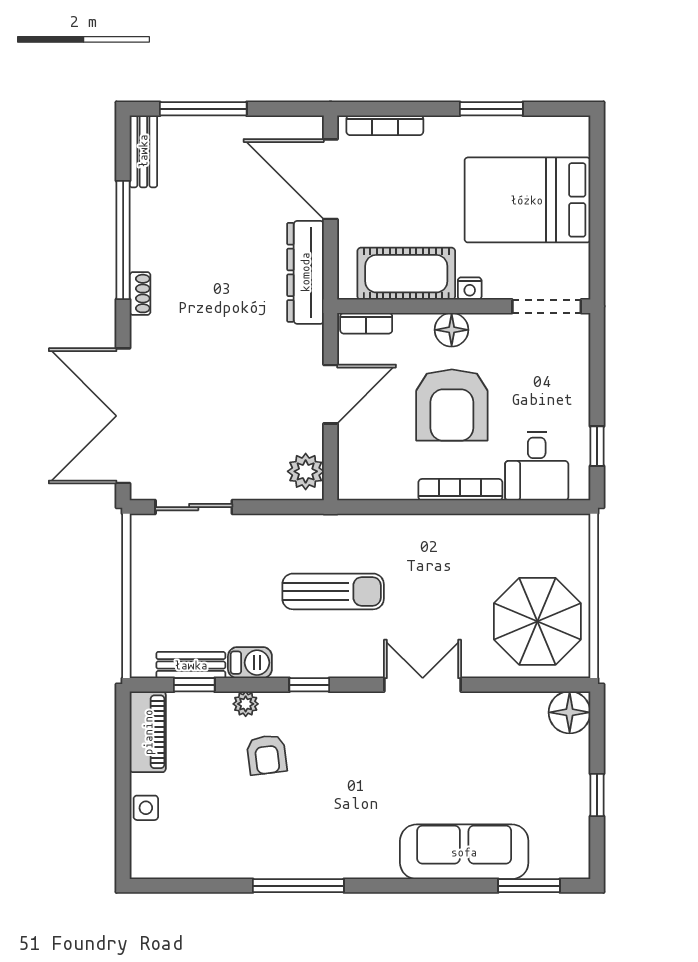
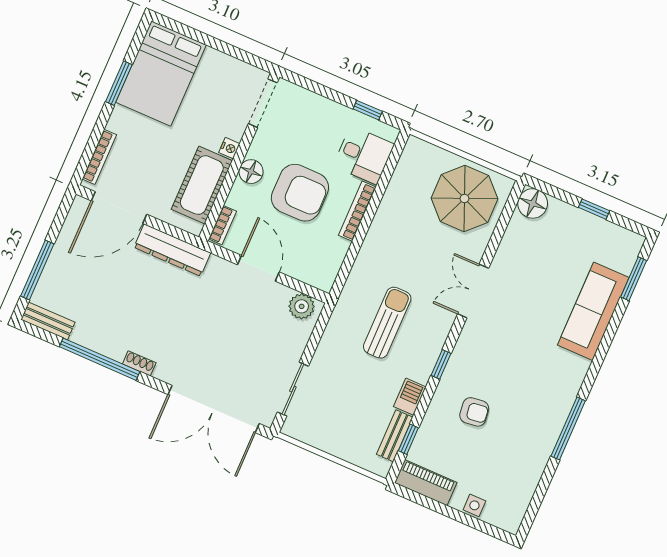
bed: (527, 200) -> (161, 74), moved
plant: (246, 704) -> (435, 411), removed

